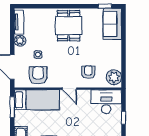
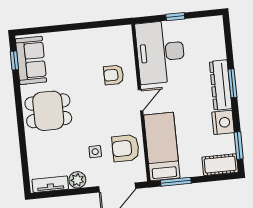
sofa: (112, 24) -> (31, 60), moved, turned -90
plant: (114, 77) -> (117, 37), removed
desk: (106, 102) -> (160, 52), width x1.36, depth x1.30

